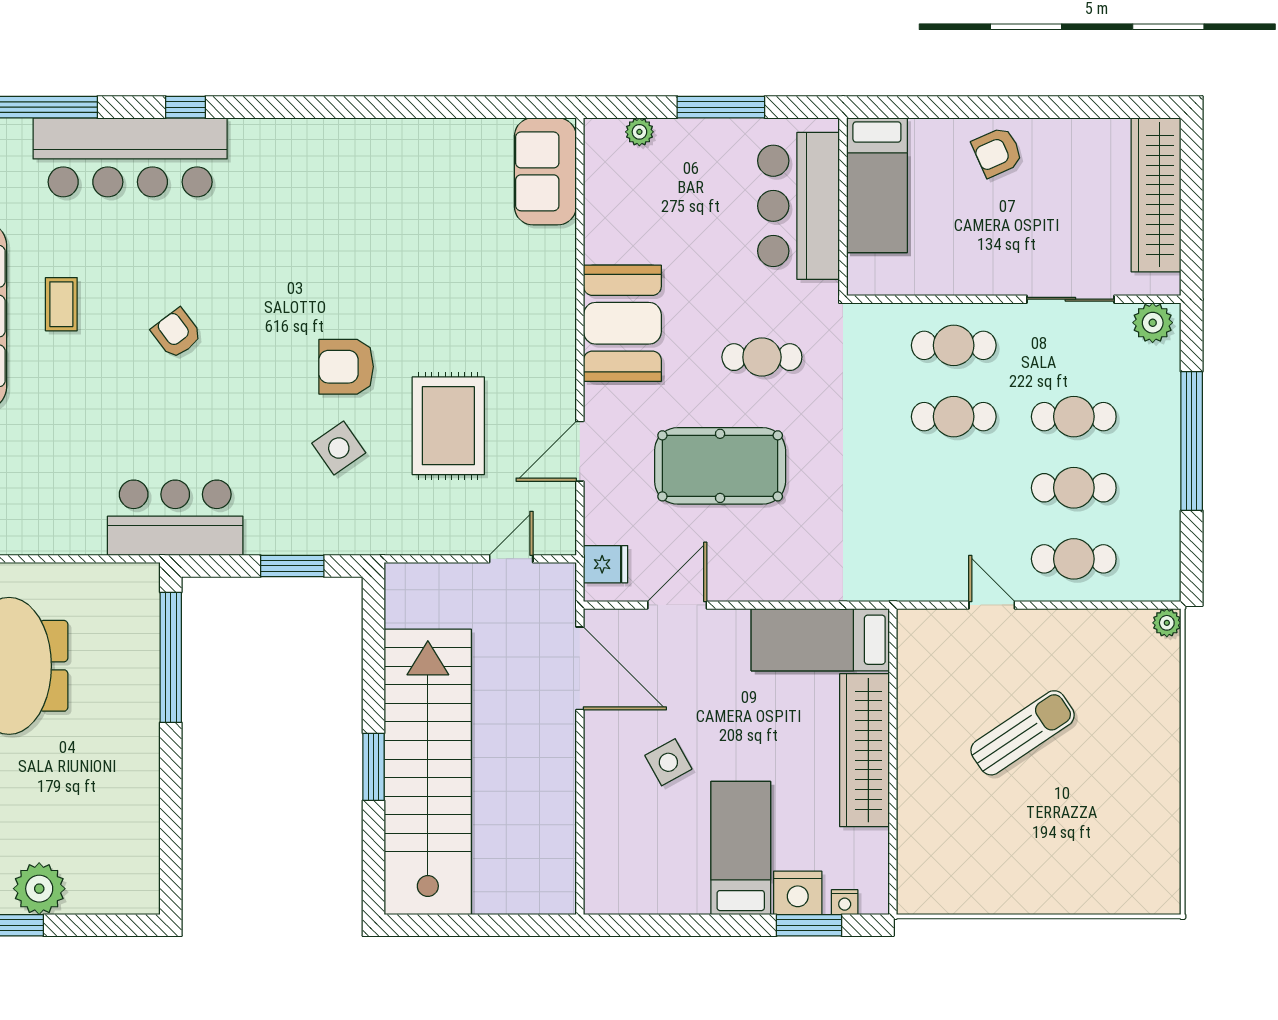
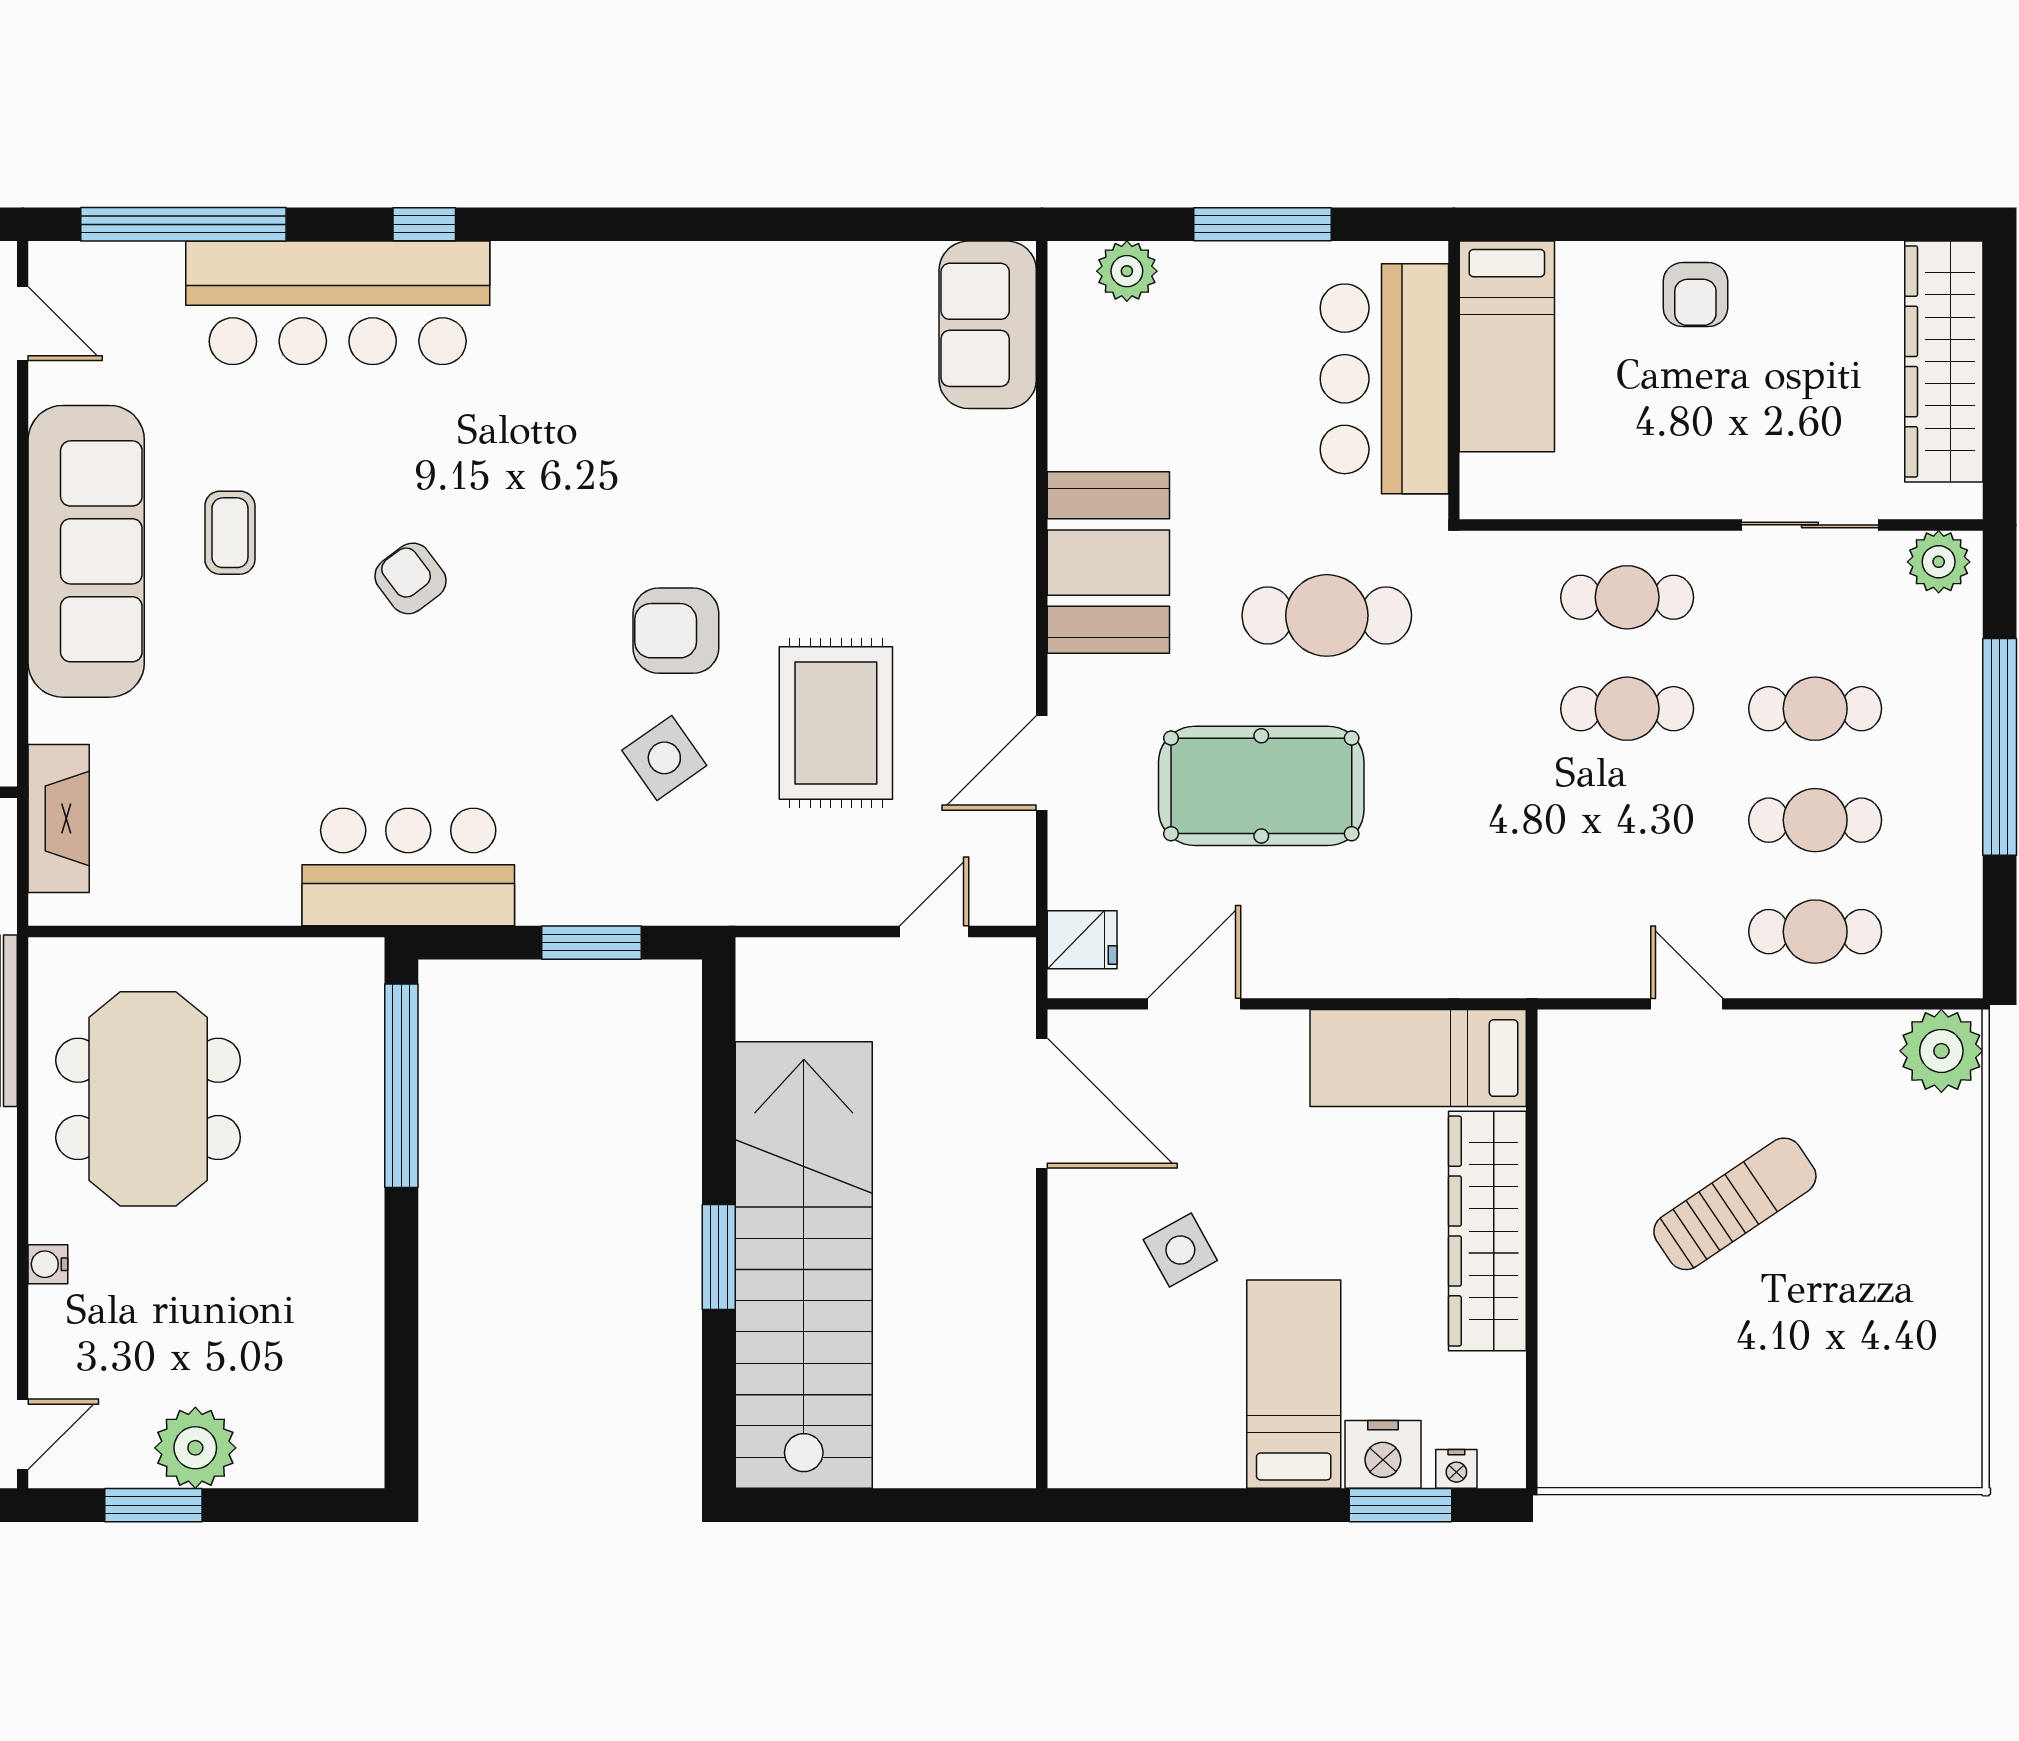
plant: (639, 132) -> (1127, 271), width x1.38, depth x1.38
armchair: (997, 152) -> (1695, 295), turned -66
cafe table: (762, 357) -> (1327, 615), width x1.37, depth x1.35
plant: (1167, 623) -> (1941, 1051), width x1.88, depth x1.88

